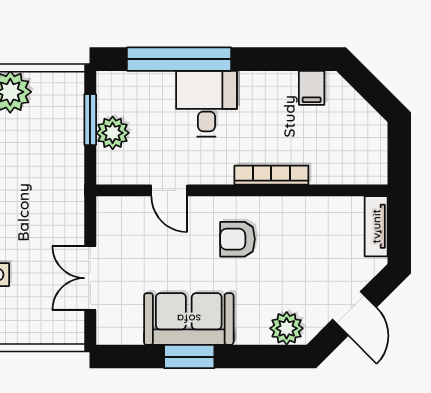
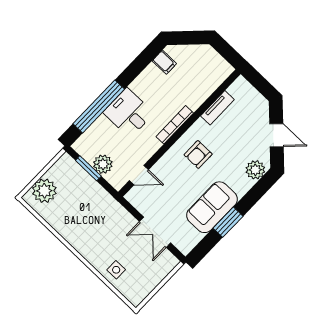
bookcase: (271, 175) -> (175, 125), moved
door: (169, 190) -> (139, 175), moved
tv unit: (376, 226) -> (217, 108), moved, turned -90

